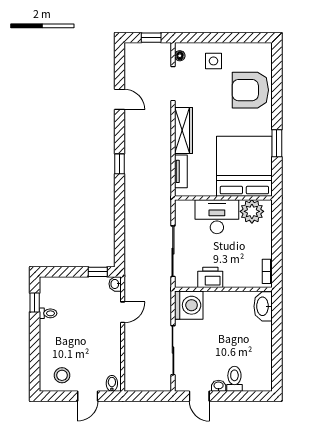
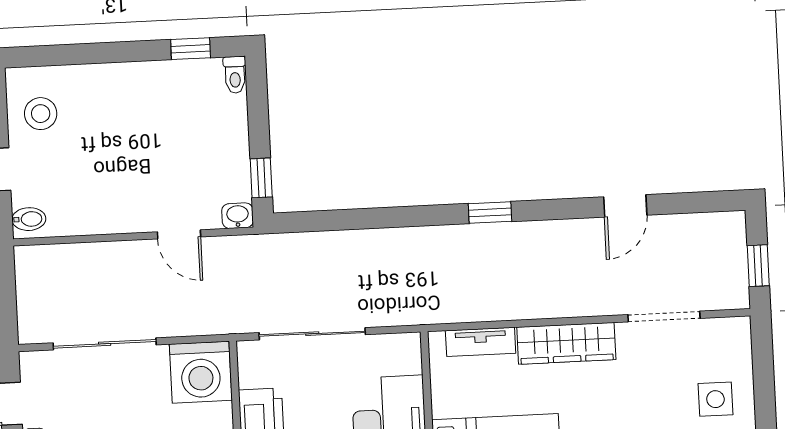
floor lamp: (180, 56) -> (723, 328), removed
toilet: (48, 313) -> (235, 75), moved

